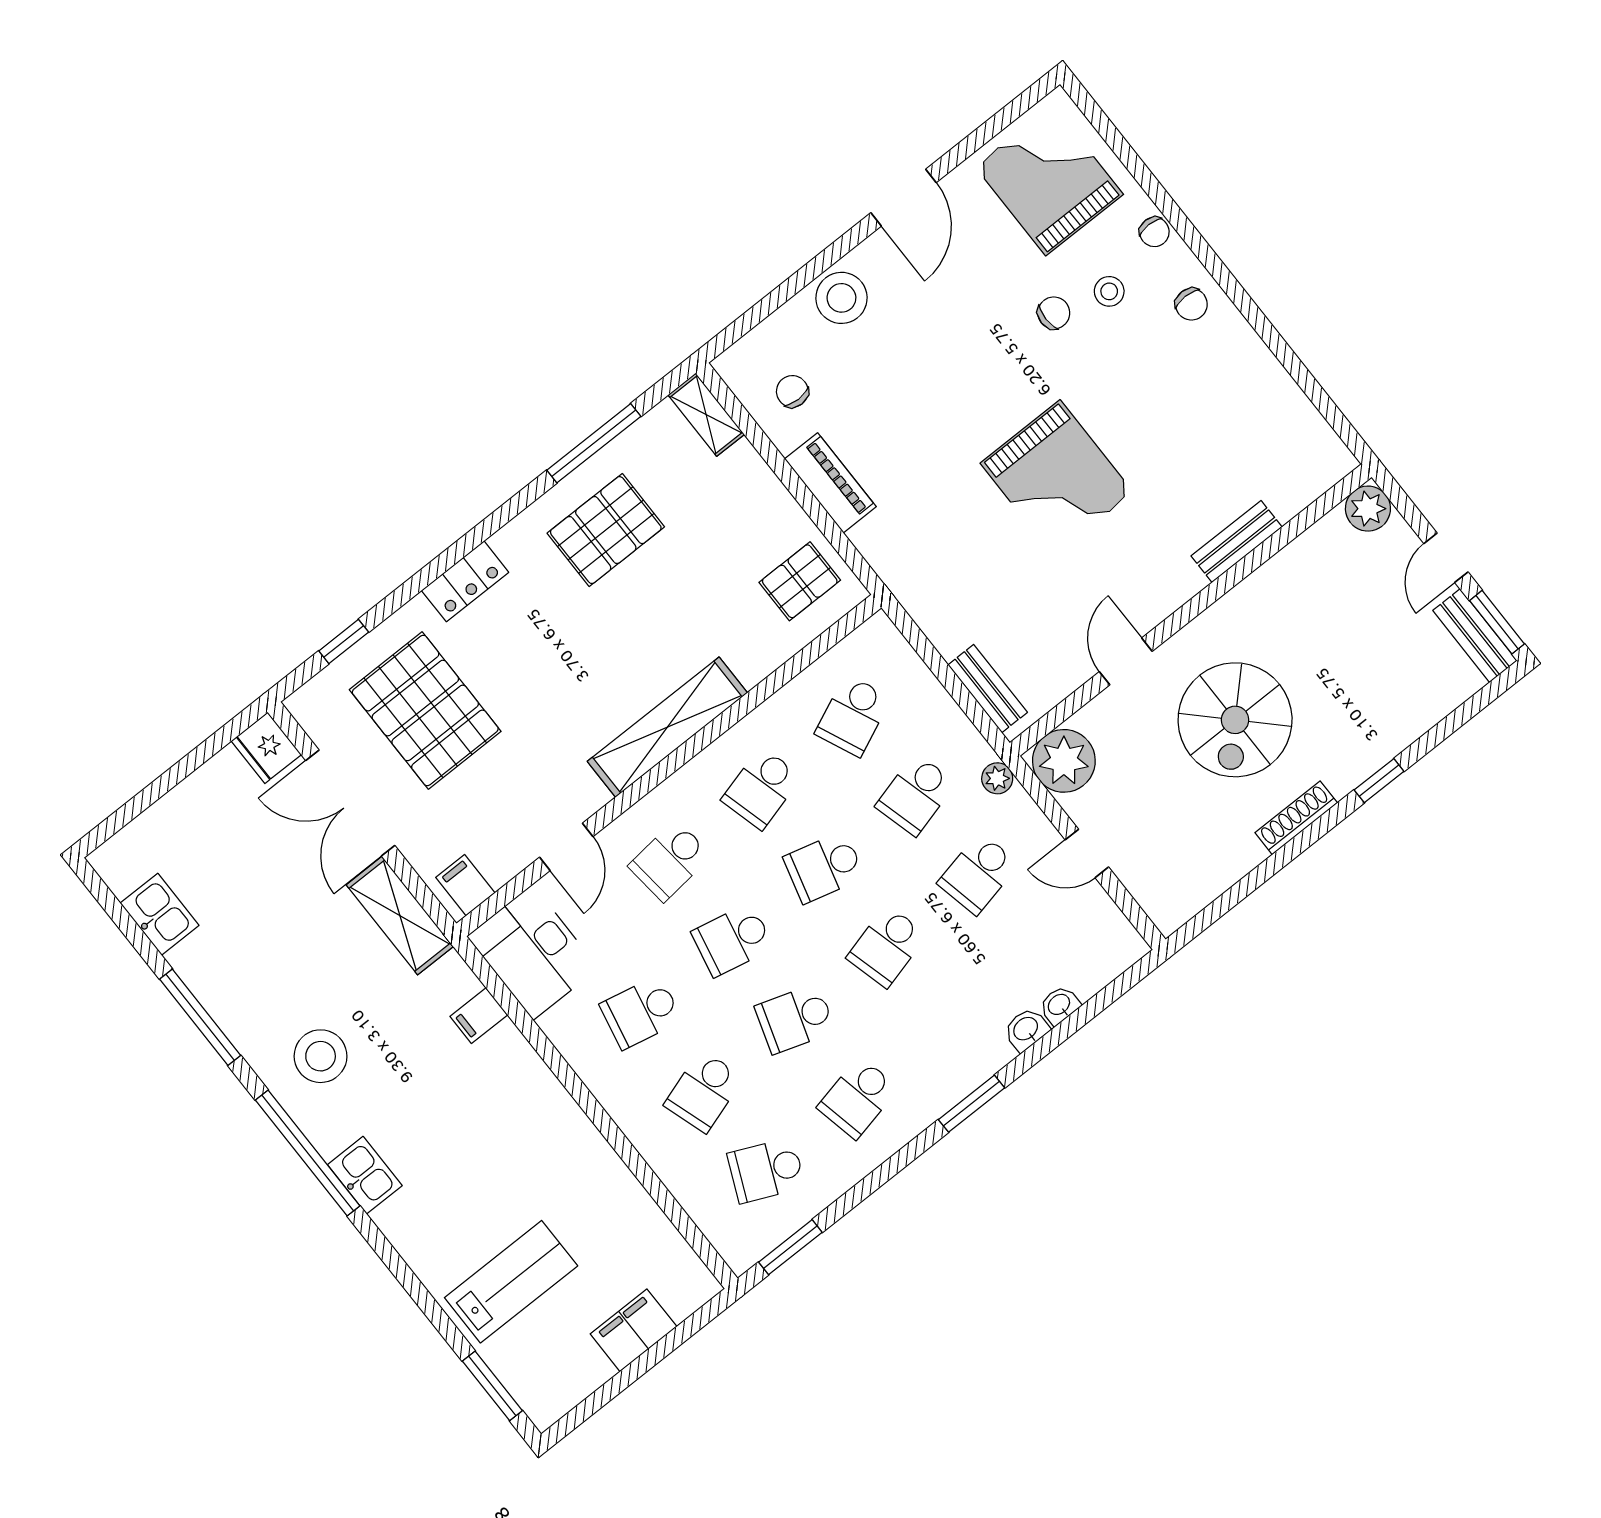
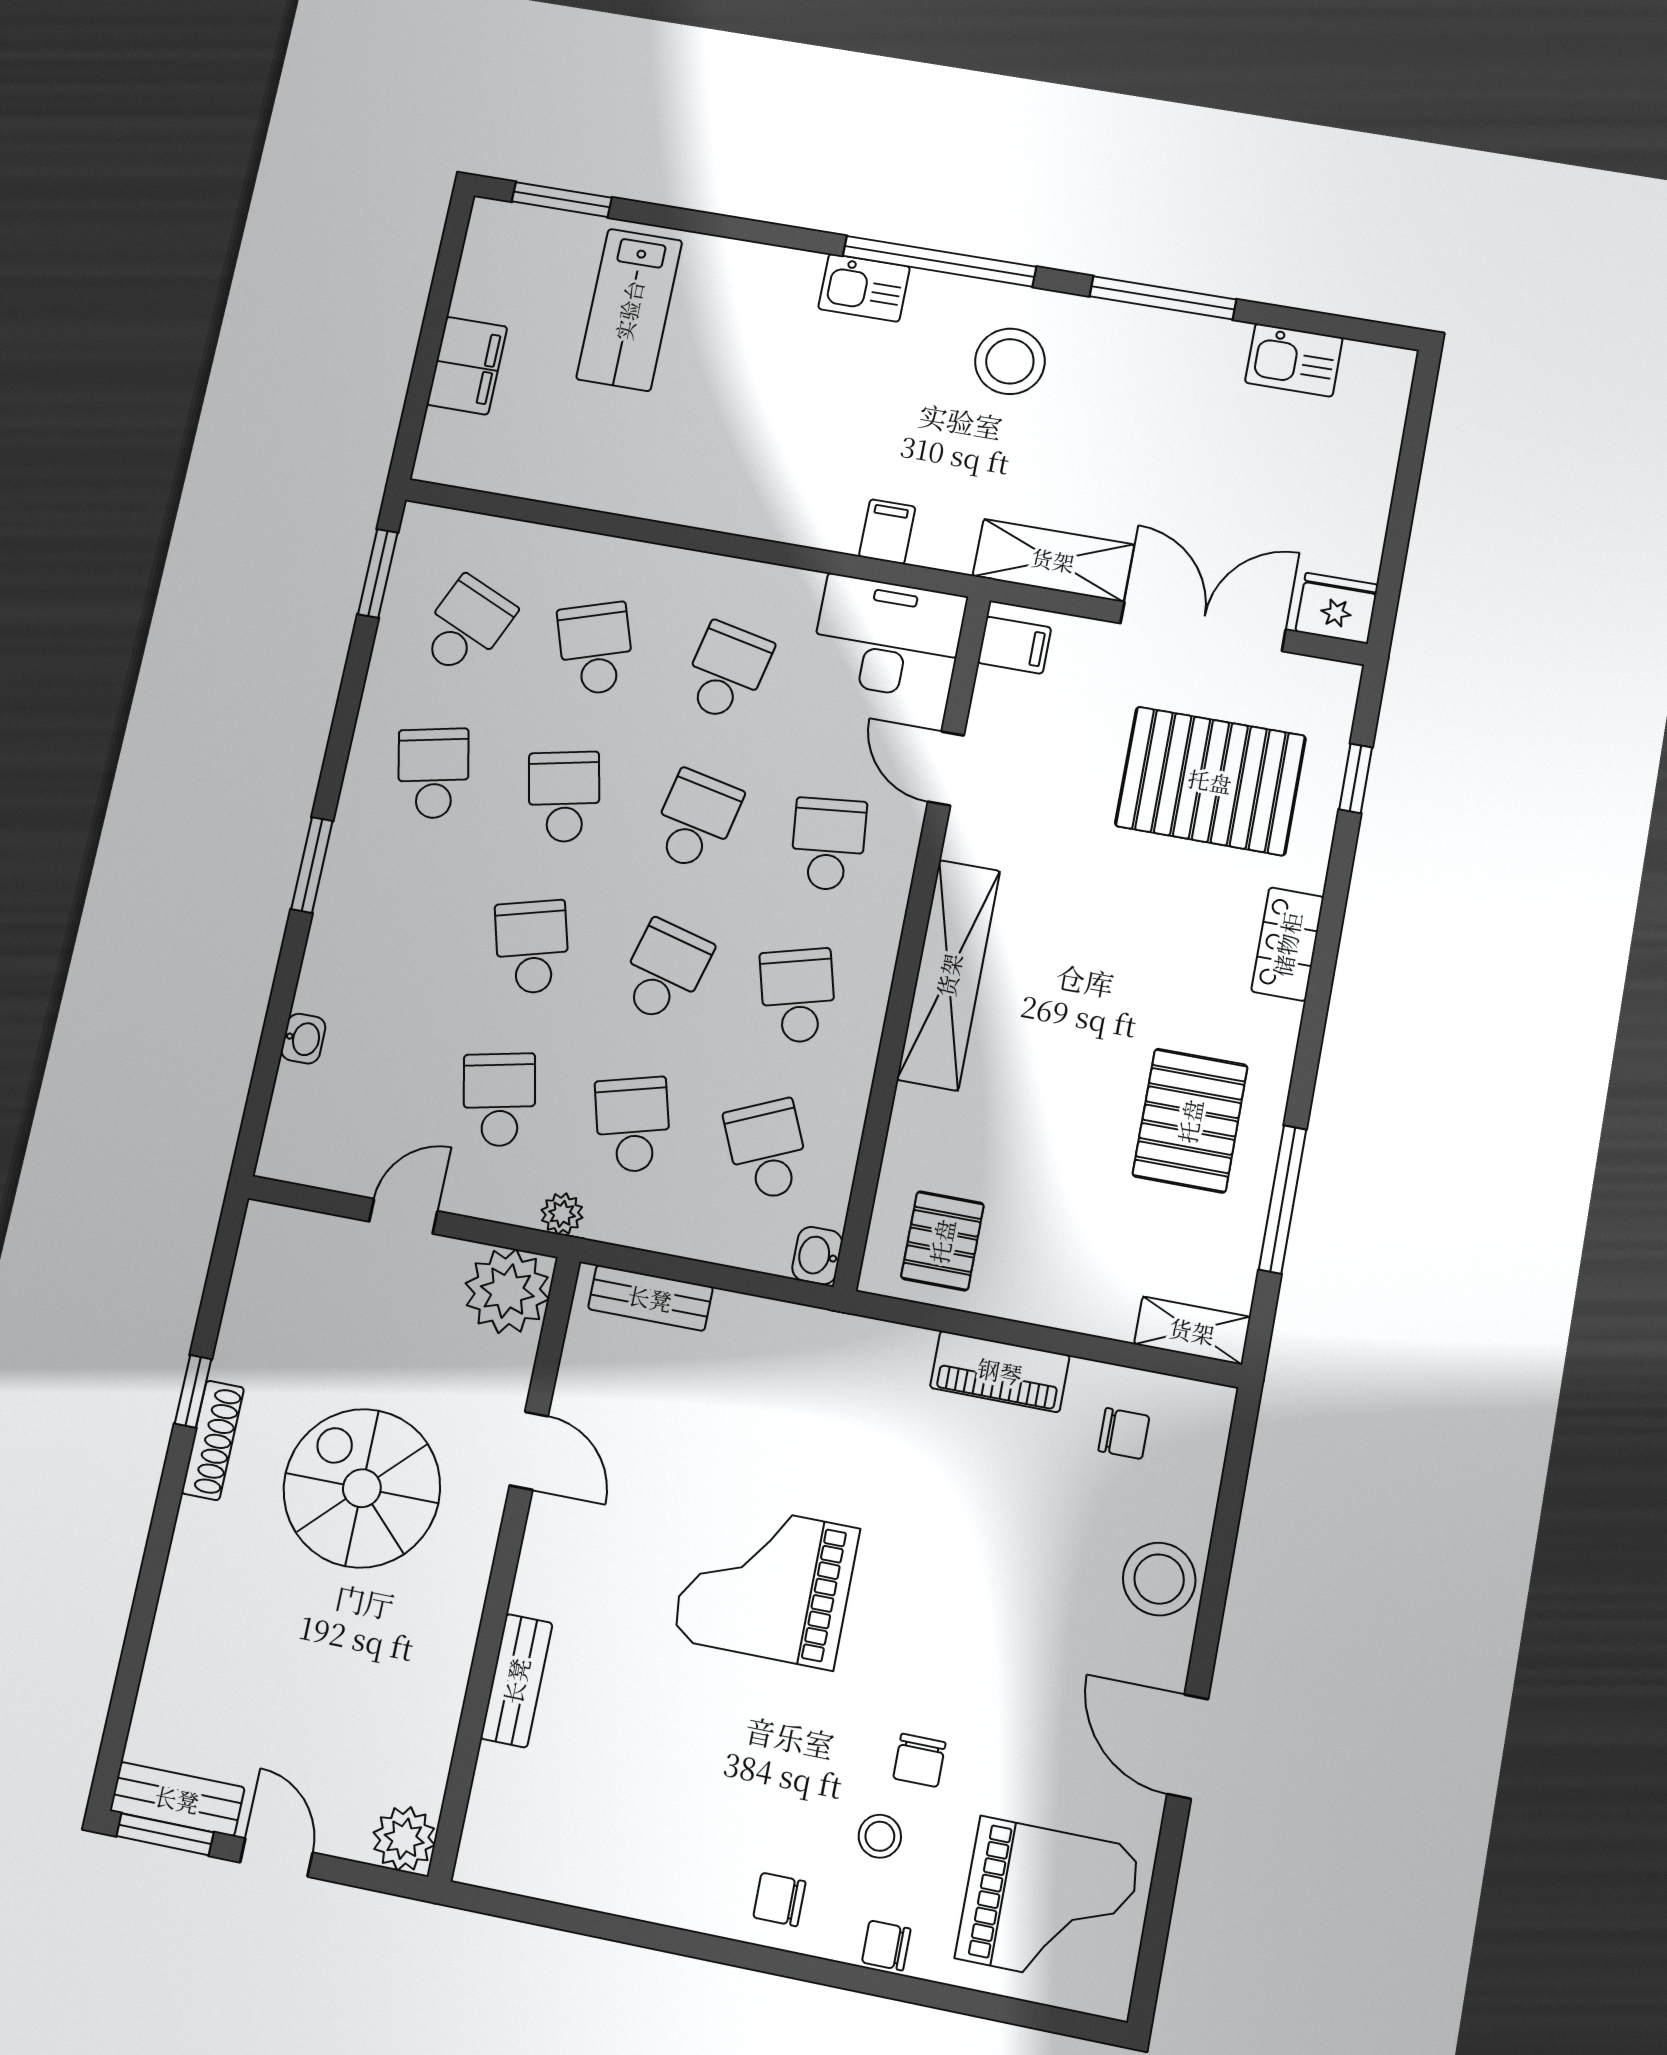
window: (1379, 781) -> (193, 1391), moved
school desk: (795, 1019) -> (564, 797), turned -30
washbasin: (1026, 1029) -> (817, 1256), moved, turned 180

